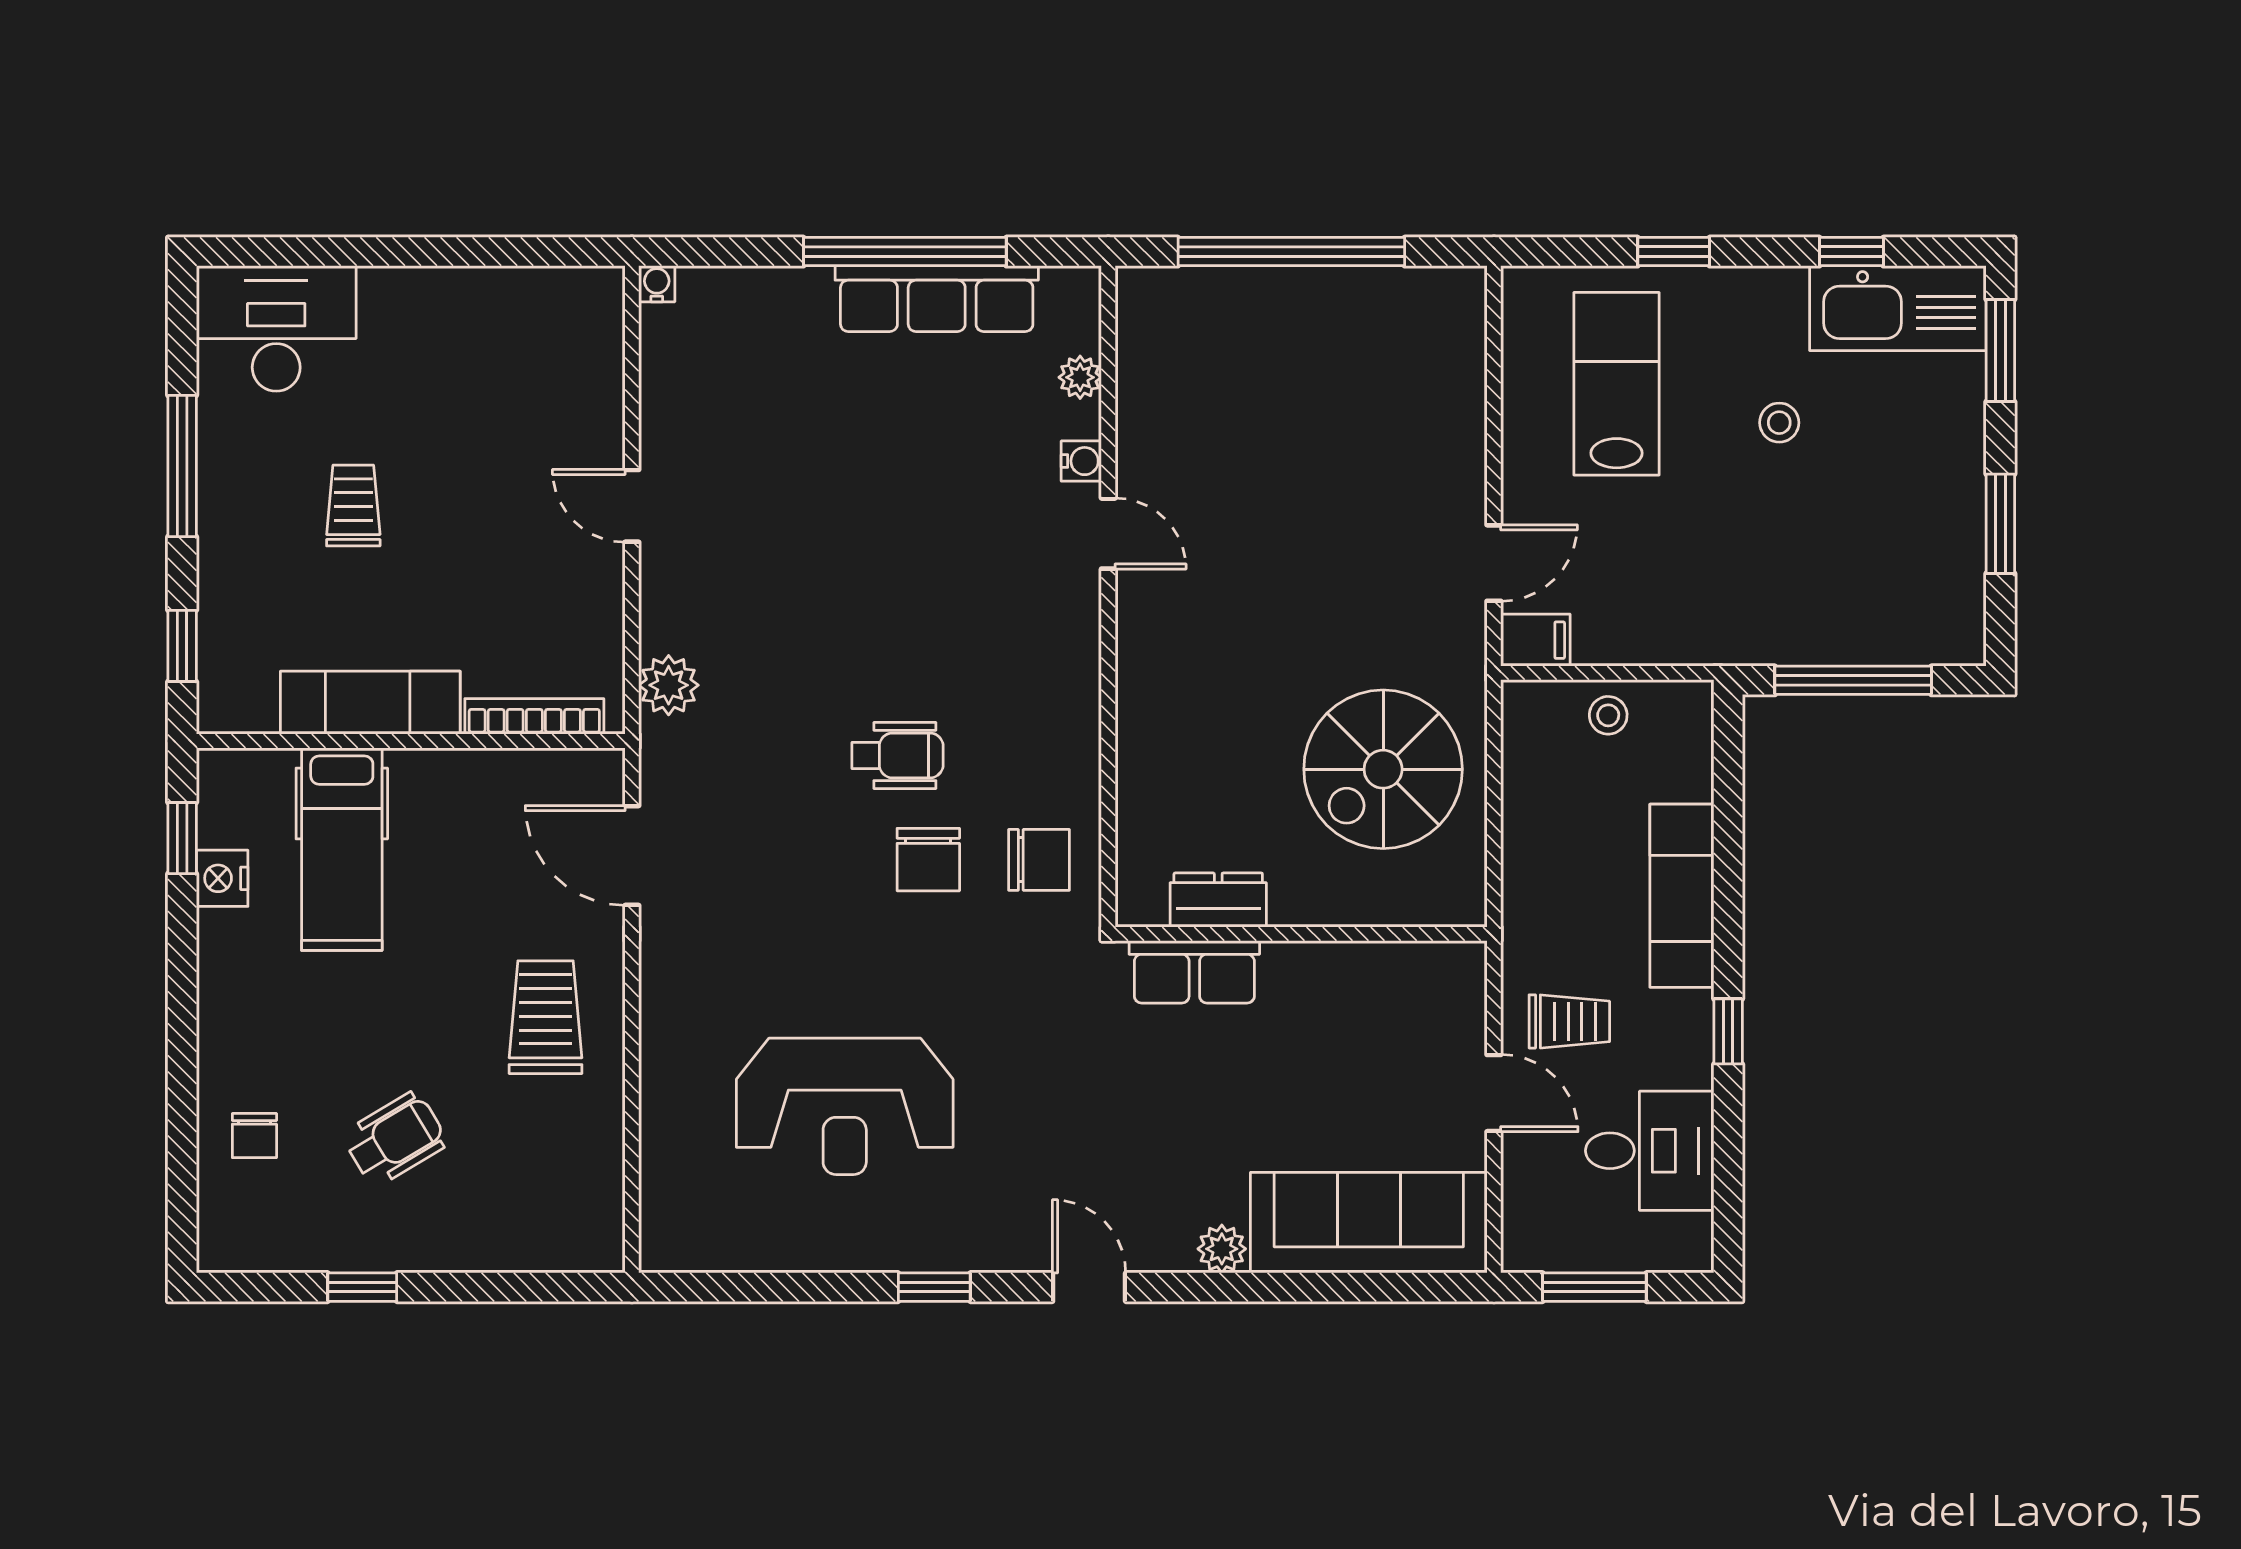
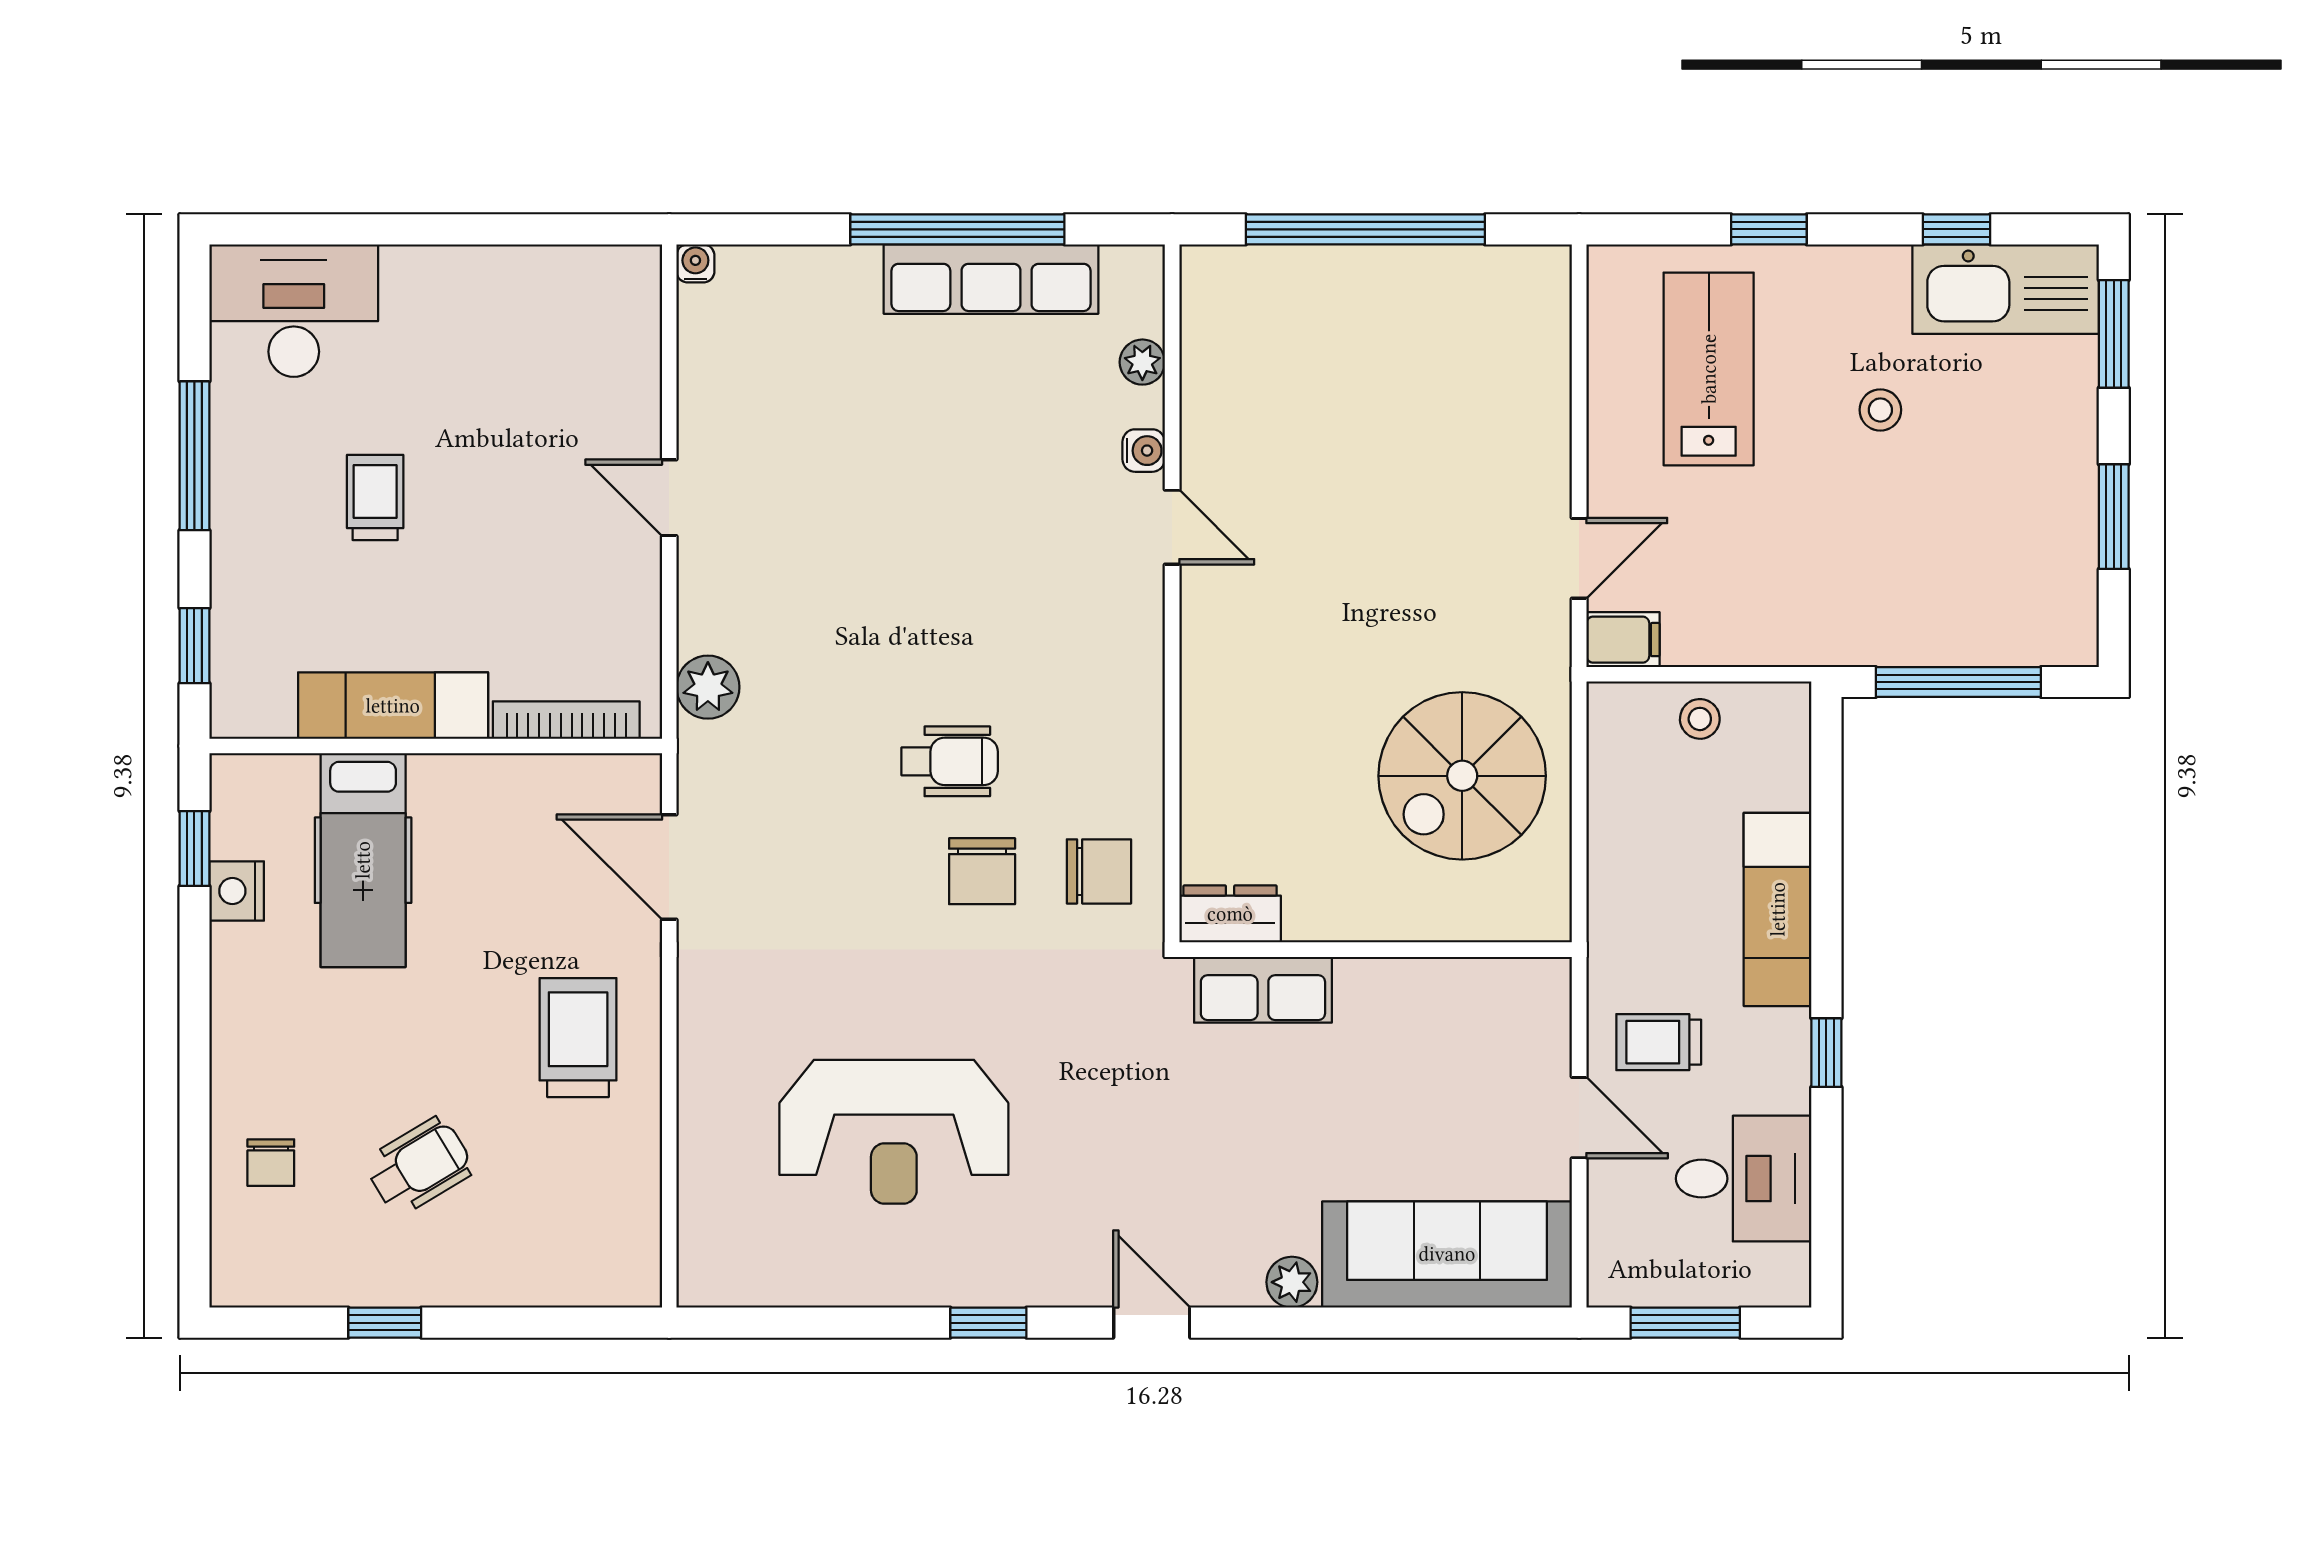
dresser: (1218, 900) -> (1230, 914), moved
trolley: (1569, 1021) -> (1659, 1042), turned 180

